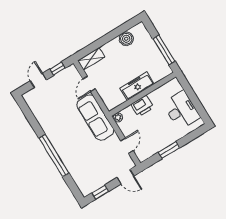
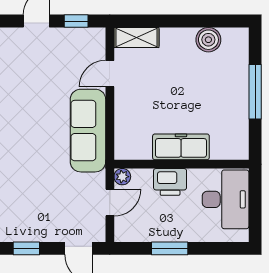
freezer: (137, 86) -> (181, 147), moved
wall: (142, 94) -> (181, 164), moved
printer: (142, 106) -> (170, 182), moved
plant: (118, 118) -> (122, 177), moved

